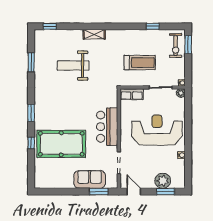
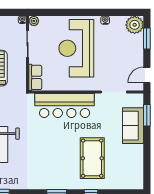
bar counter: (107, 127) -> (65, 106), width x1.36
pool table: (61, 144) -> (92, 158), width x0.73, depth x0.76
plant: (163, 181) -> (135, 25), moved

